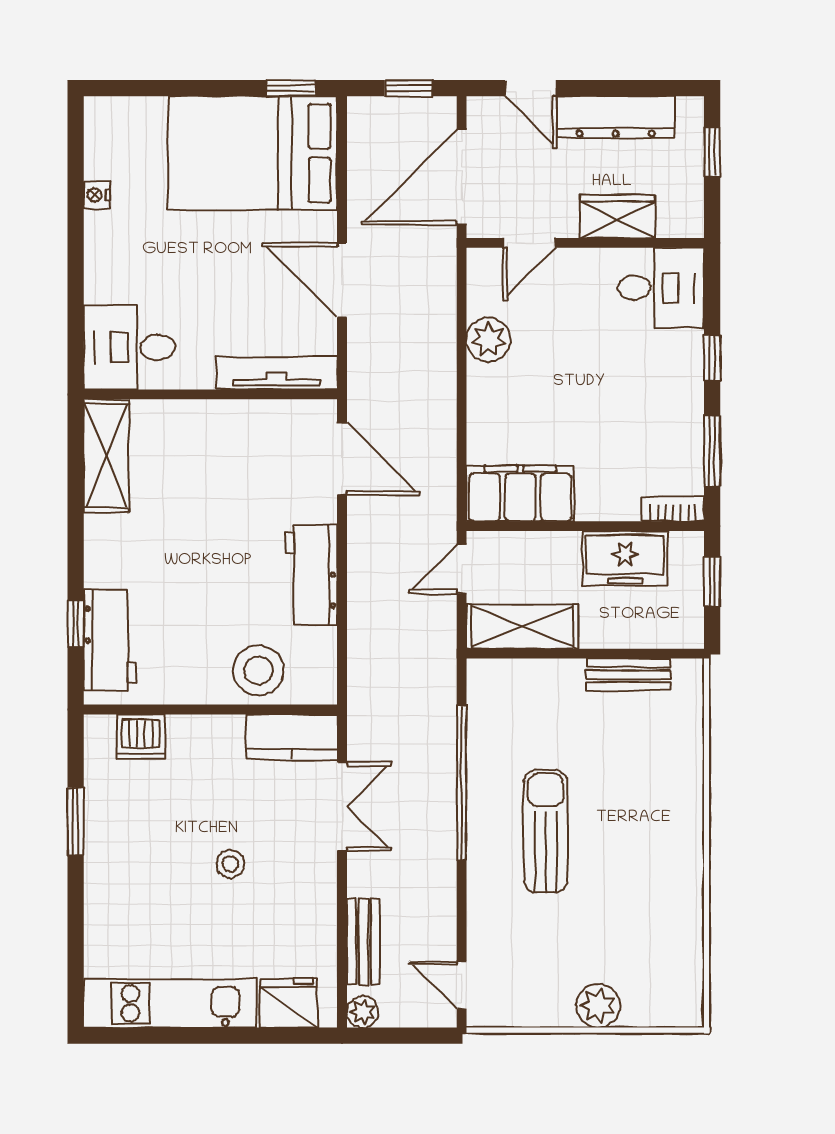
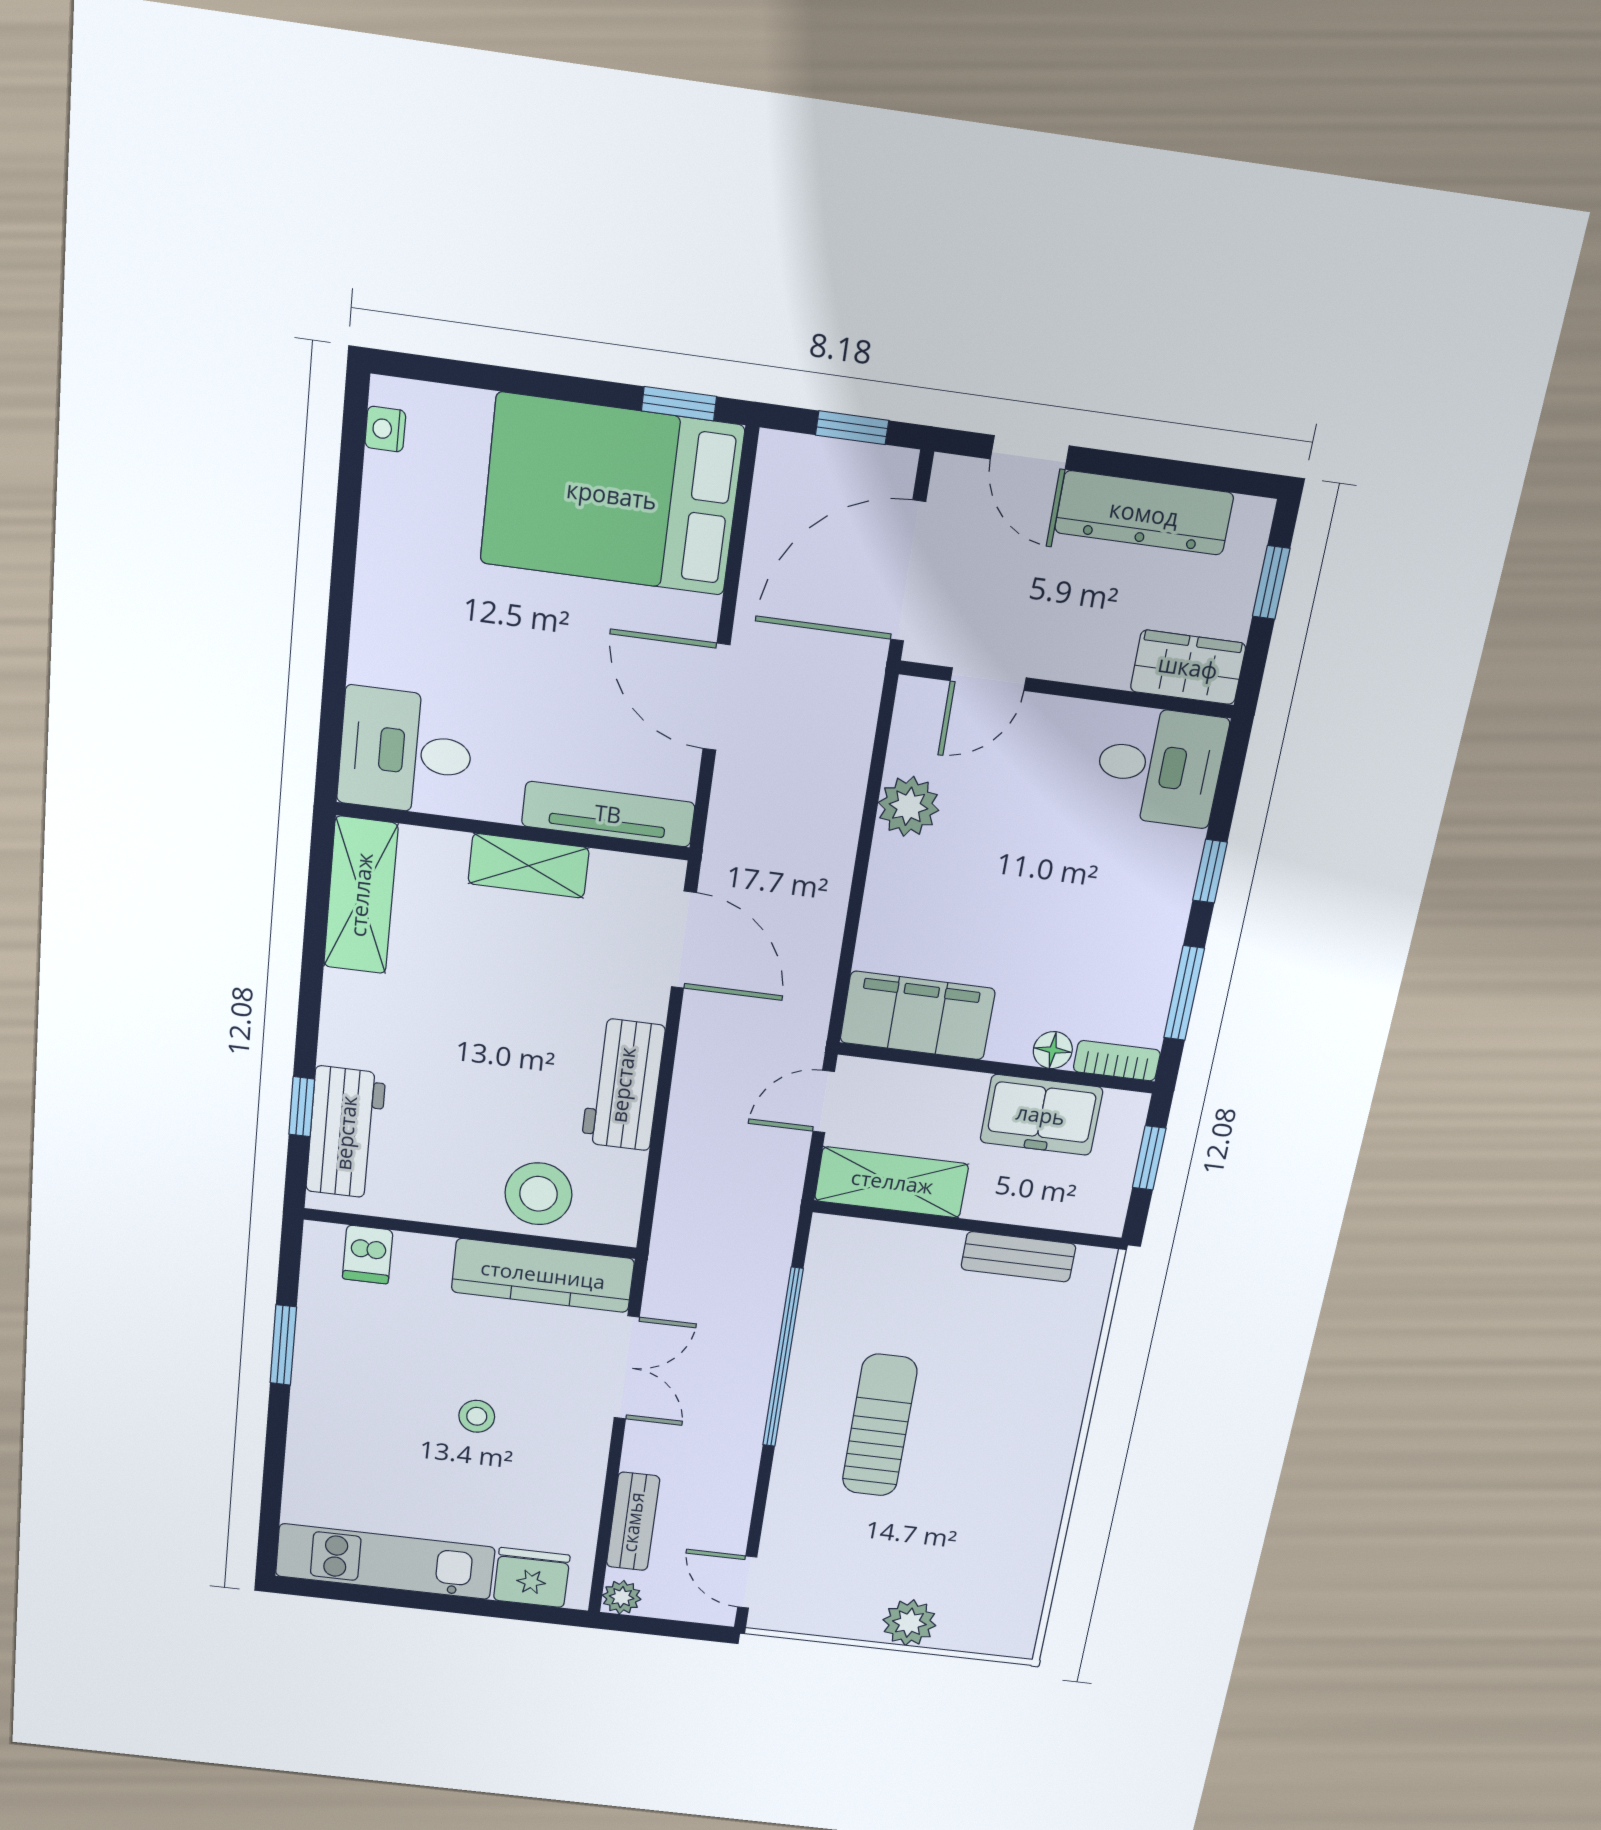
nightstand: (97, 195) -> (385, 429), moved
wardrobe: (618, 216) -> (1188, 667), moved
shelving: (224, 418) -> (529, 866), added
floor lamp: (624, 507) -> (1053, 1050), added
dishwasher: (141, 737) -> (368, 1255), width x0.73
kitchen counter: (292, 737) -> (543, 1275), width x1.50

